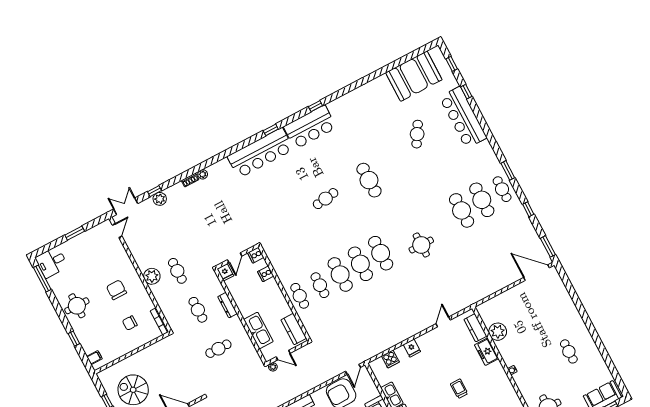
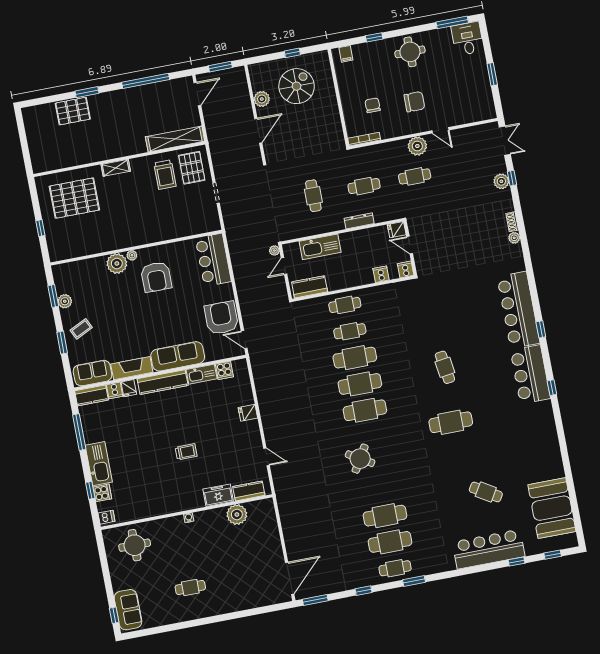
door: (117, 231) -> (440, 130), moved
round table: (421, 245) -> (360, 459), turned 31
cooker: (390, 359) -> (224, 370), moved, turned -90

